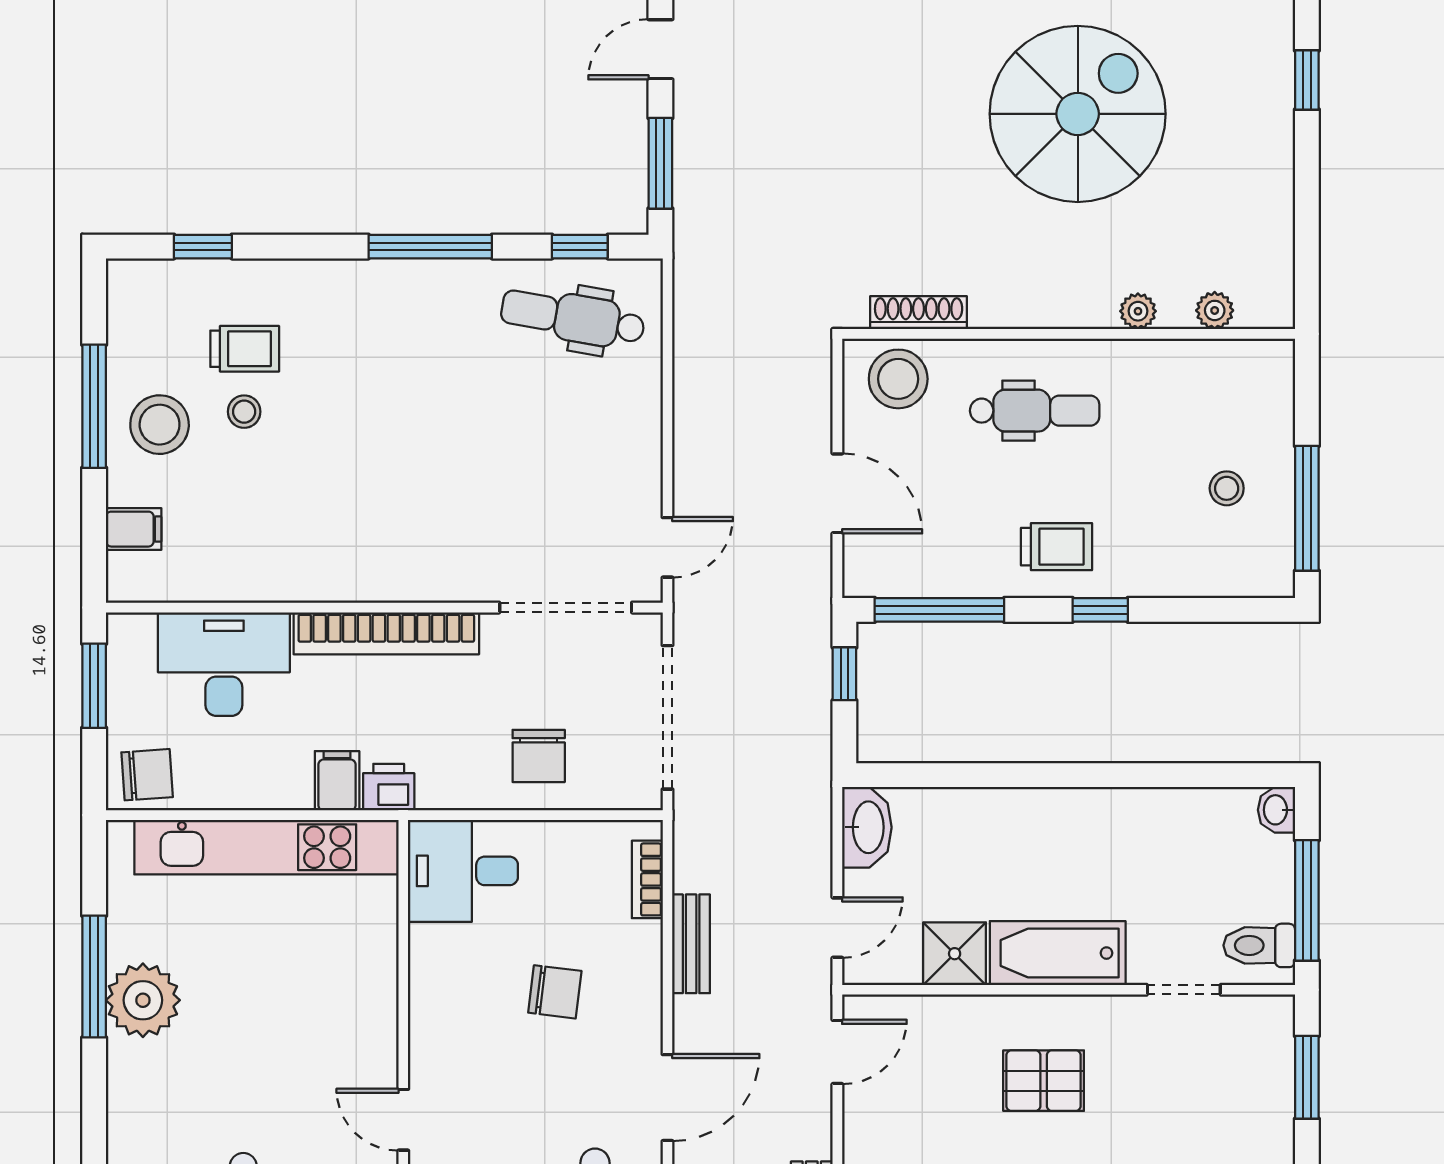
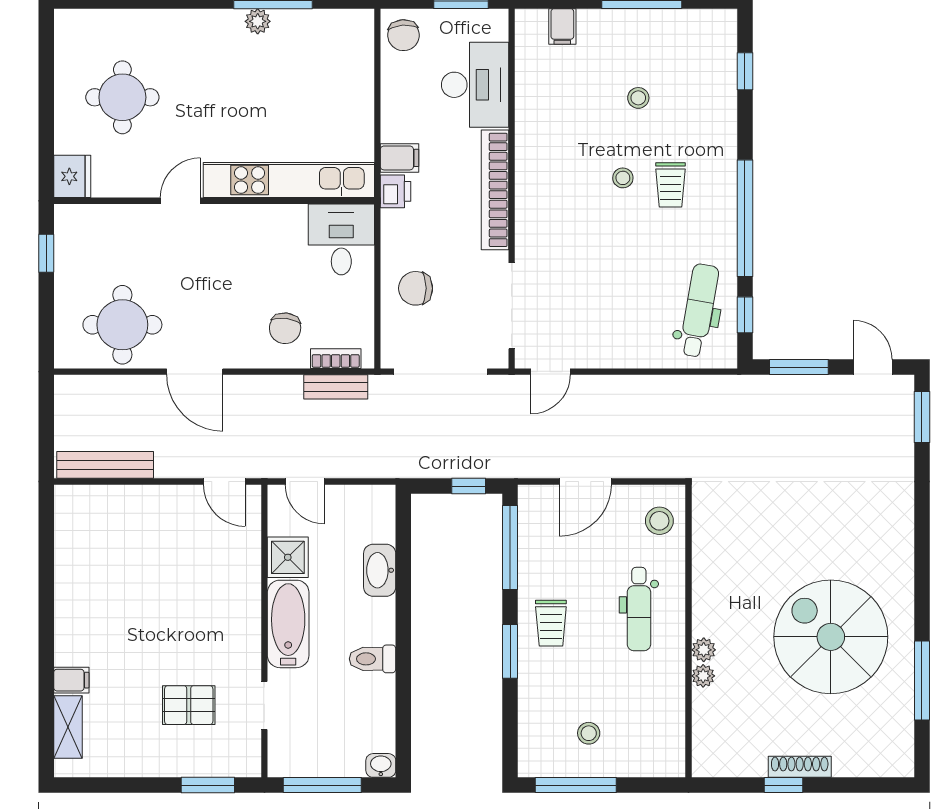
window: (1307, 80) -> (783, 785), moved
spiral stairs: (1078, 114) -> (831, 637), turned 180
window: (430, 247) -> (745, 218), width x1.46
plant: (1215, 310) -> (704, 650), moved
shoe rack: (919, 313) -> (800, 767), moved, turned -90
trolley: (245, 349) -> (670, 185), moved
stool: (898, 379) -> (659, 521), width x0.73, depth x0.73
stool: (160, 425) -> (623, 178), moved, width x0.53, depth x0.53
door: (667, 547) -> (551, 372), hinge flipped
window: (1100, 610) -> (510, 651), width x1.50
washbasin: (867, 827) -> (380, 570), moved, turned 90
kitchen unit: (266, 847) -> (289, 180), moved, turned 90
bench: (691, 944) -> (336, 387), moved
toilet: (1259, 945) -> (372, 659), moved, turned -90
chair: (555, 992) -> (285, 328), moved
plant: (143, 1000) -> (258, 21), width x0.53, depth x0.53
pallet: (1044, 1081) -> (189, 705), moved, turned 90

